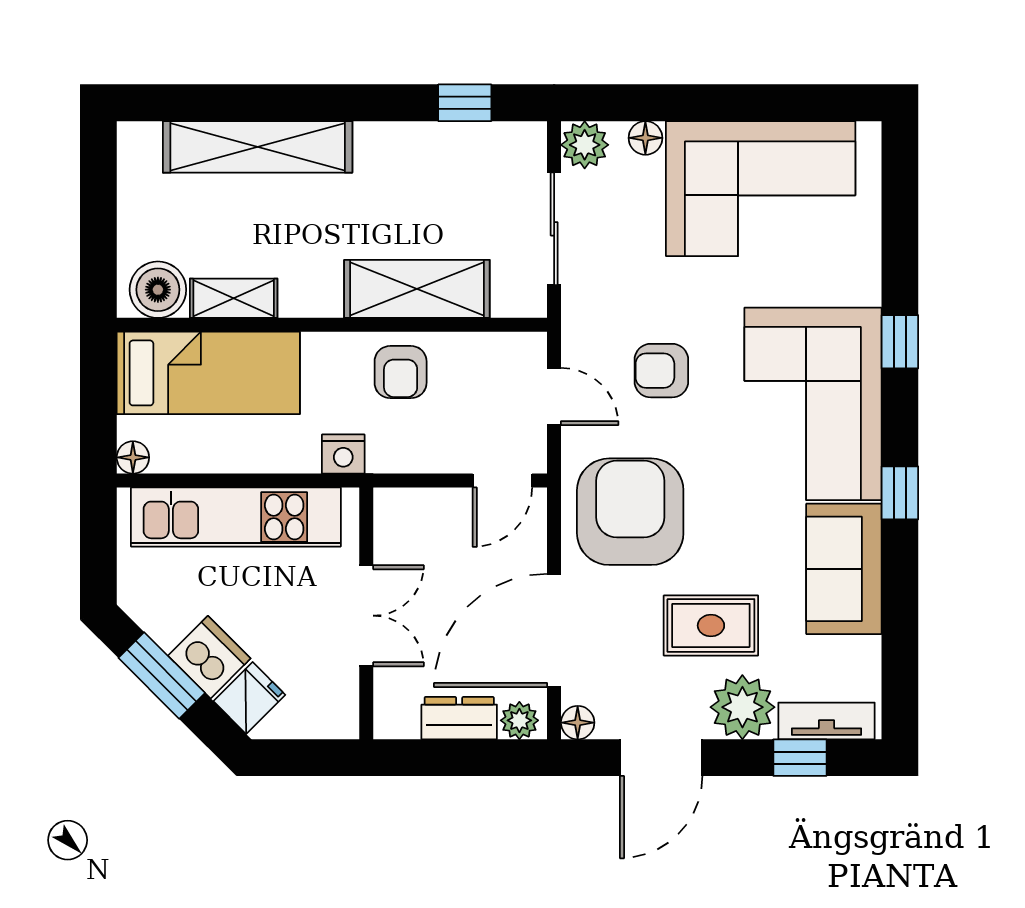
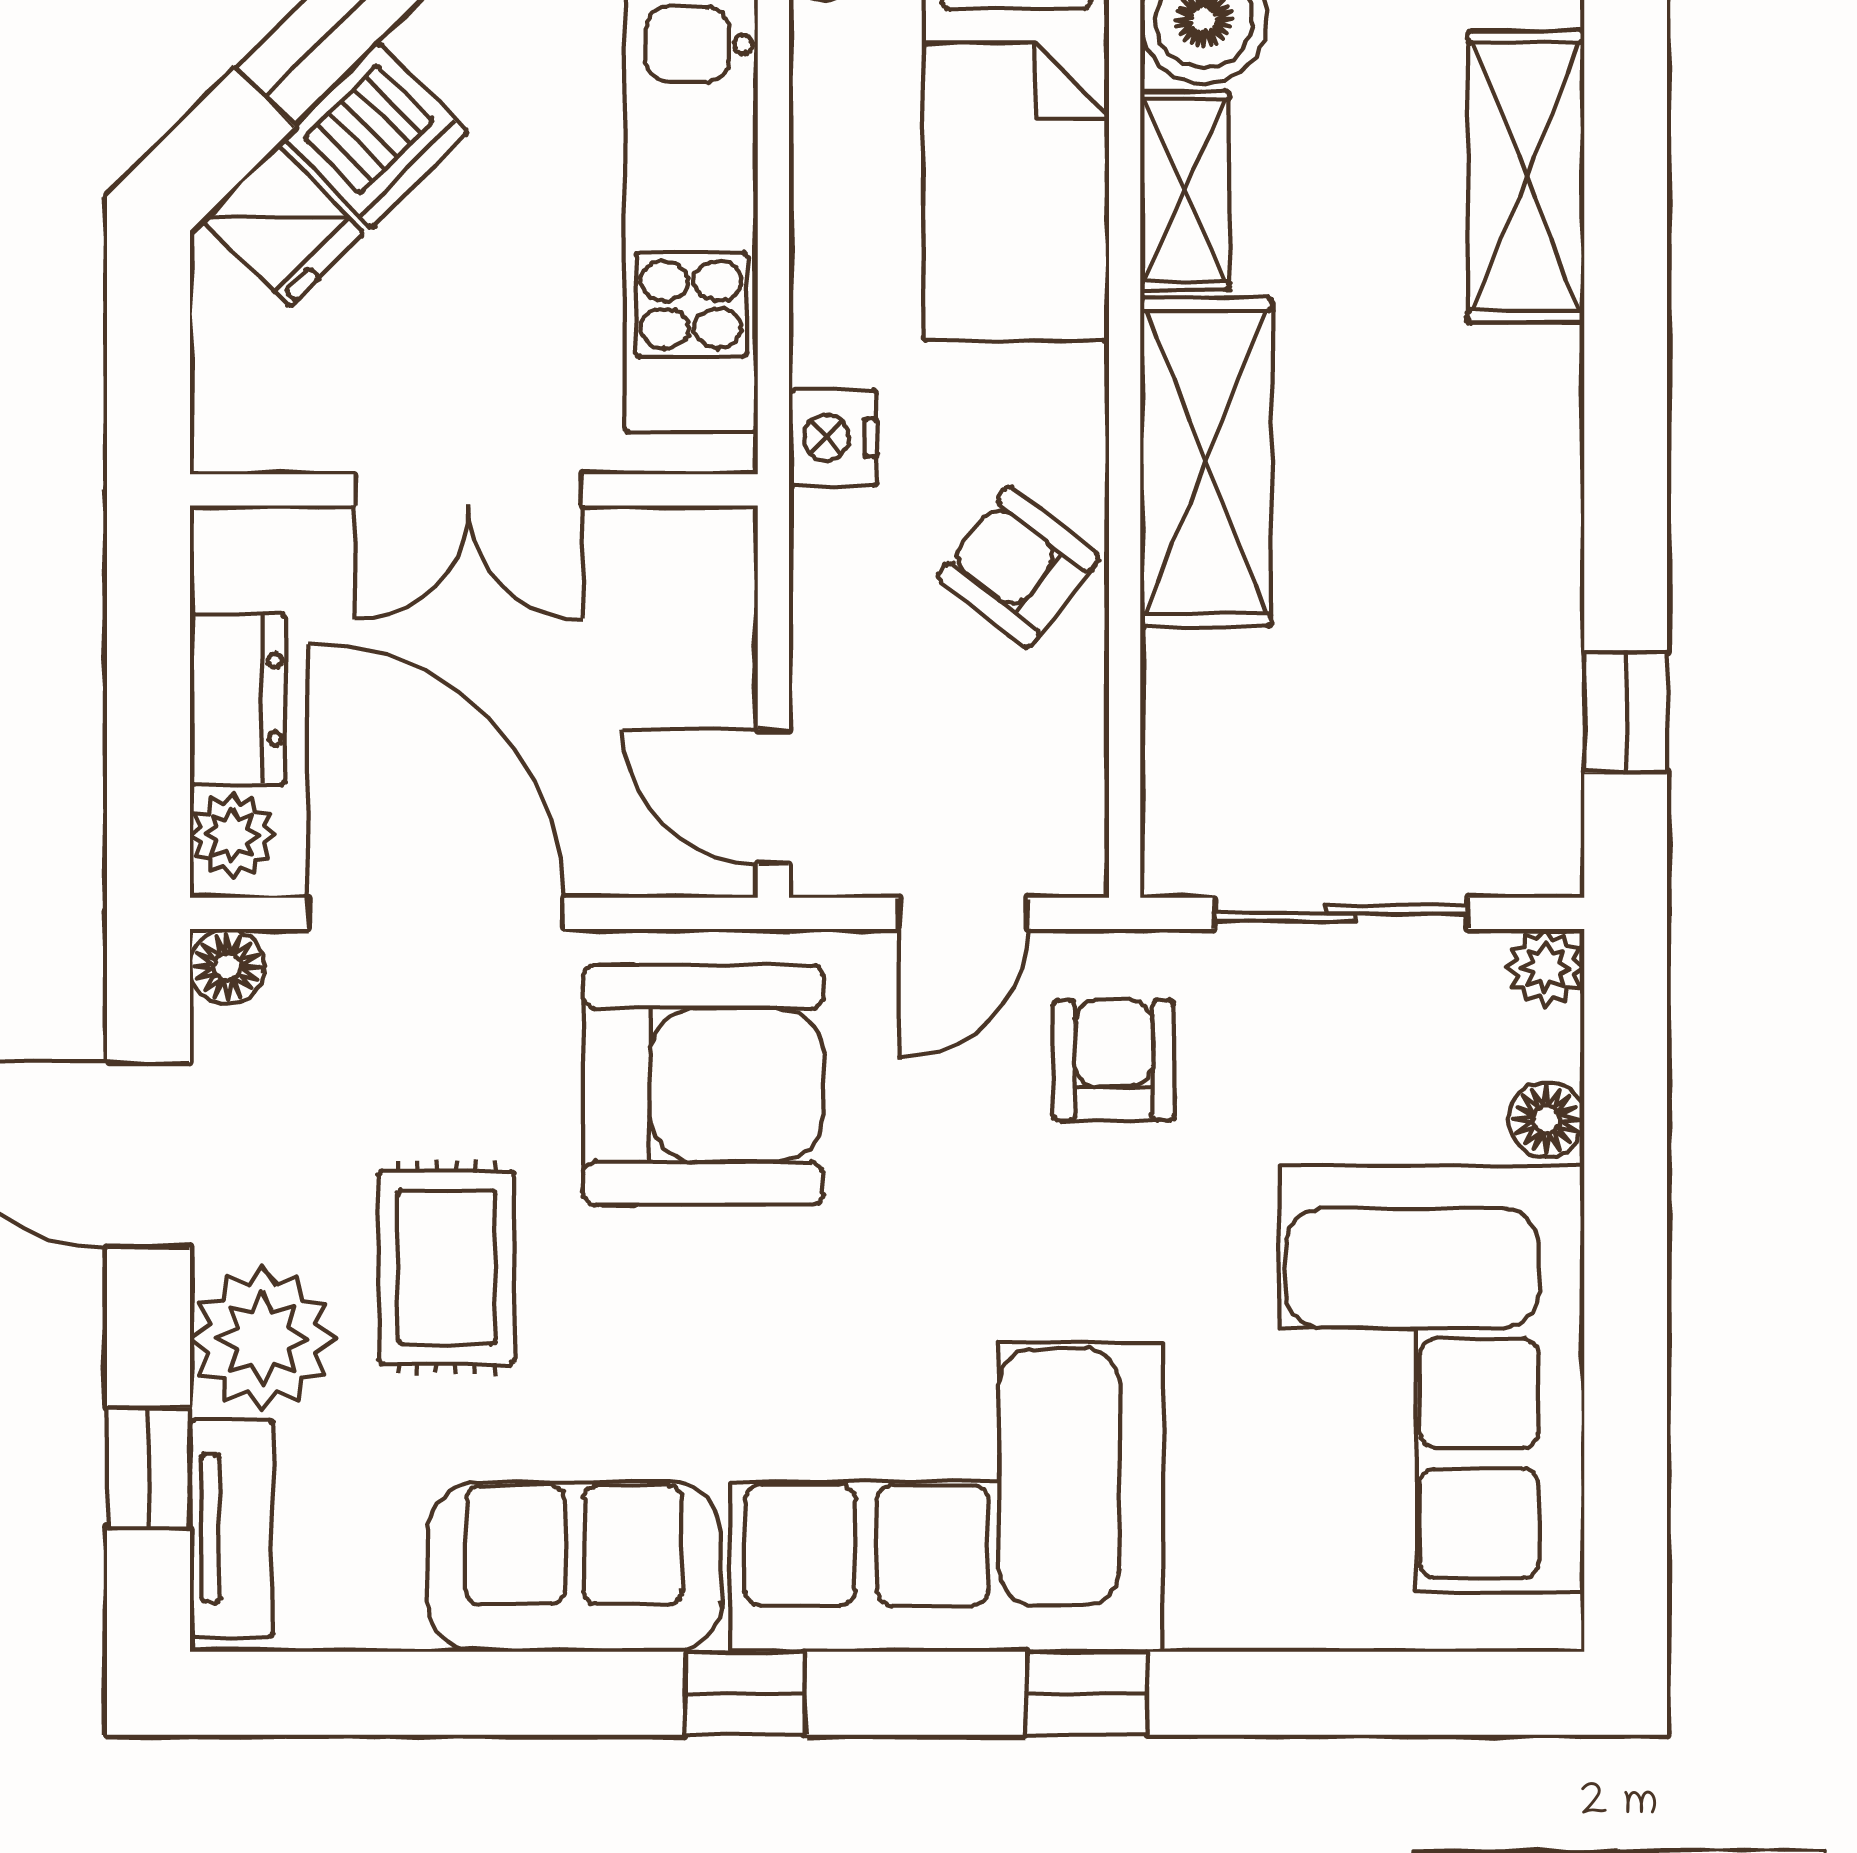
plant: (585, 145) -> (1545, 968), width x0.73, depth x0.73
shelving: (258, 147) -> (1526, 177), width x0.68
shelving: (417, 289) -> (1206, 462), moved
armchair: (661, 371) -> (1114, 1060), moved
armchair: (401, 372) -> (1018, 567), turned 38

